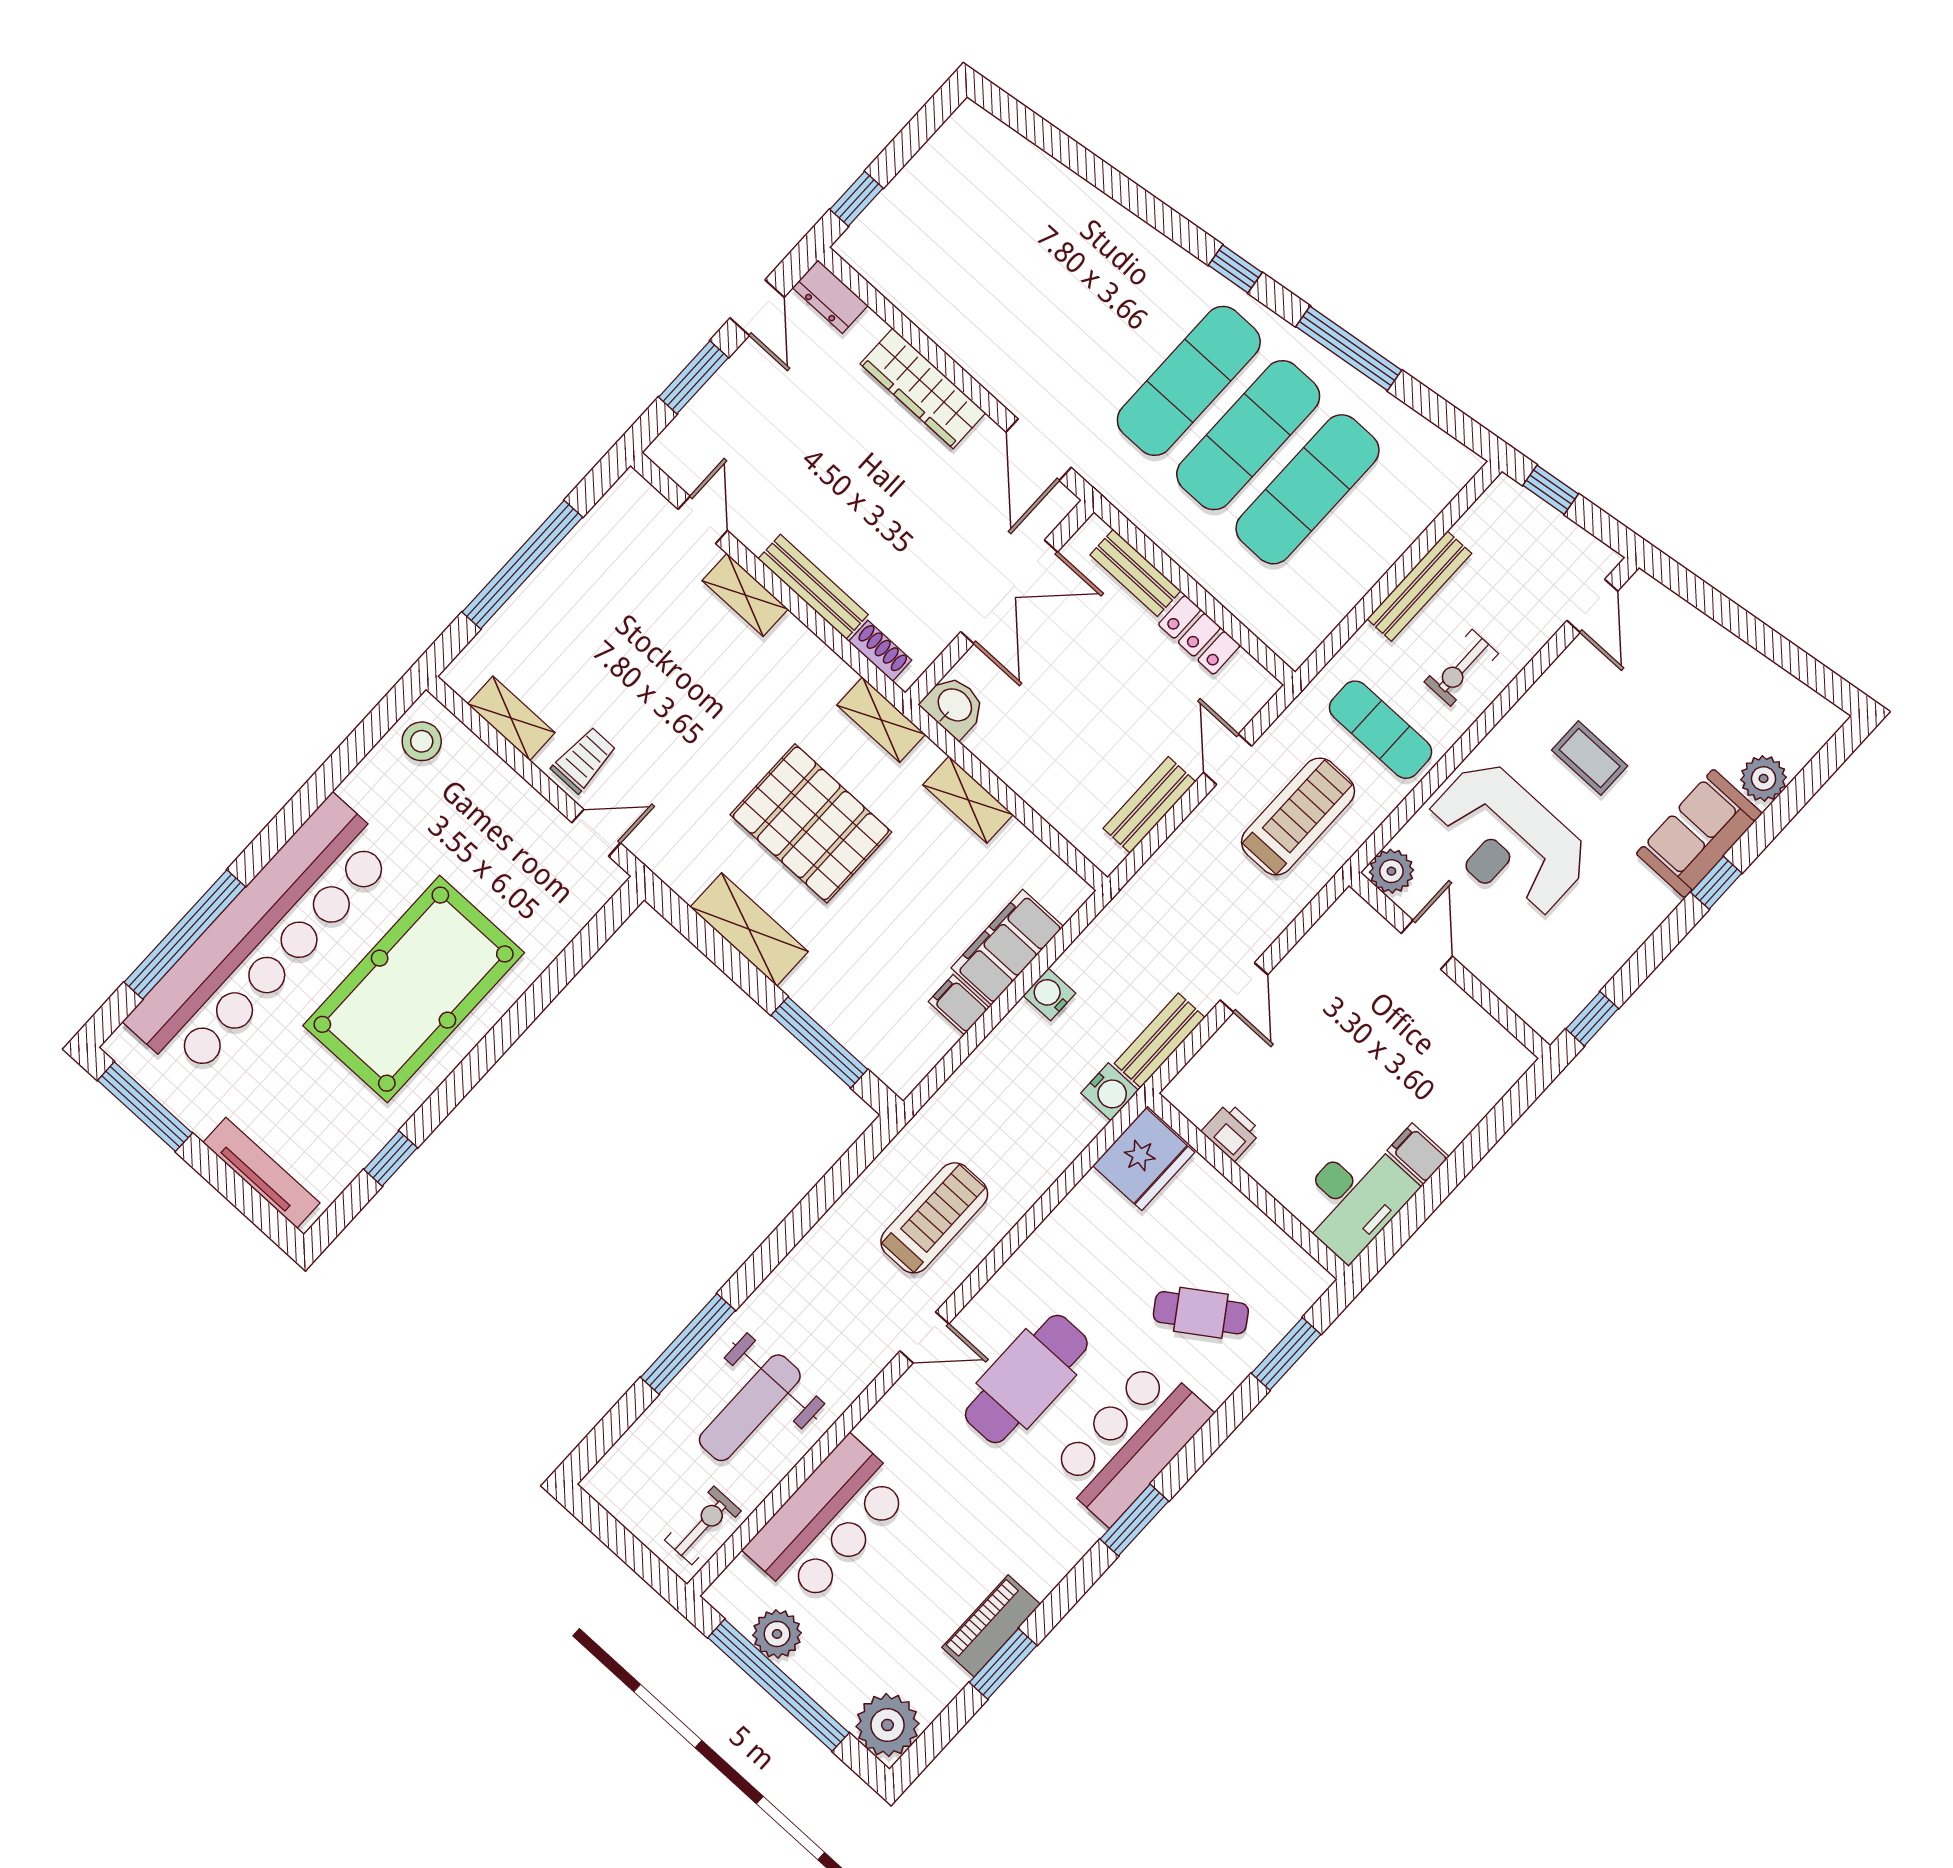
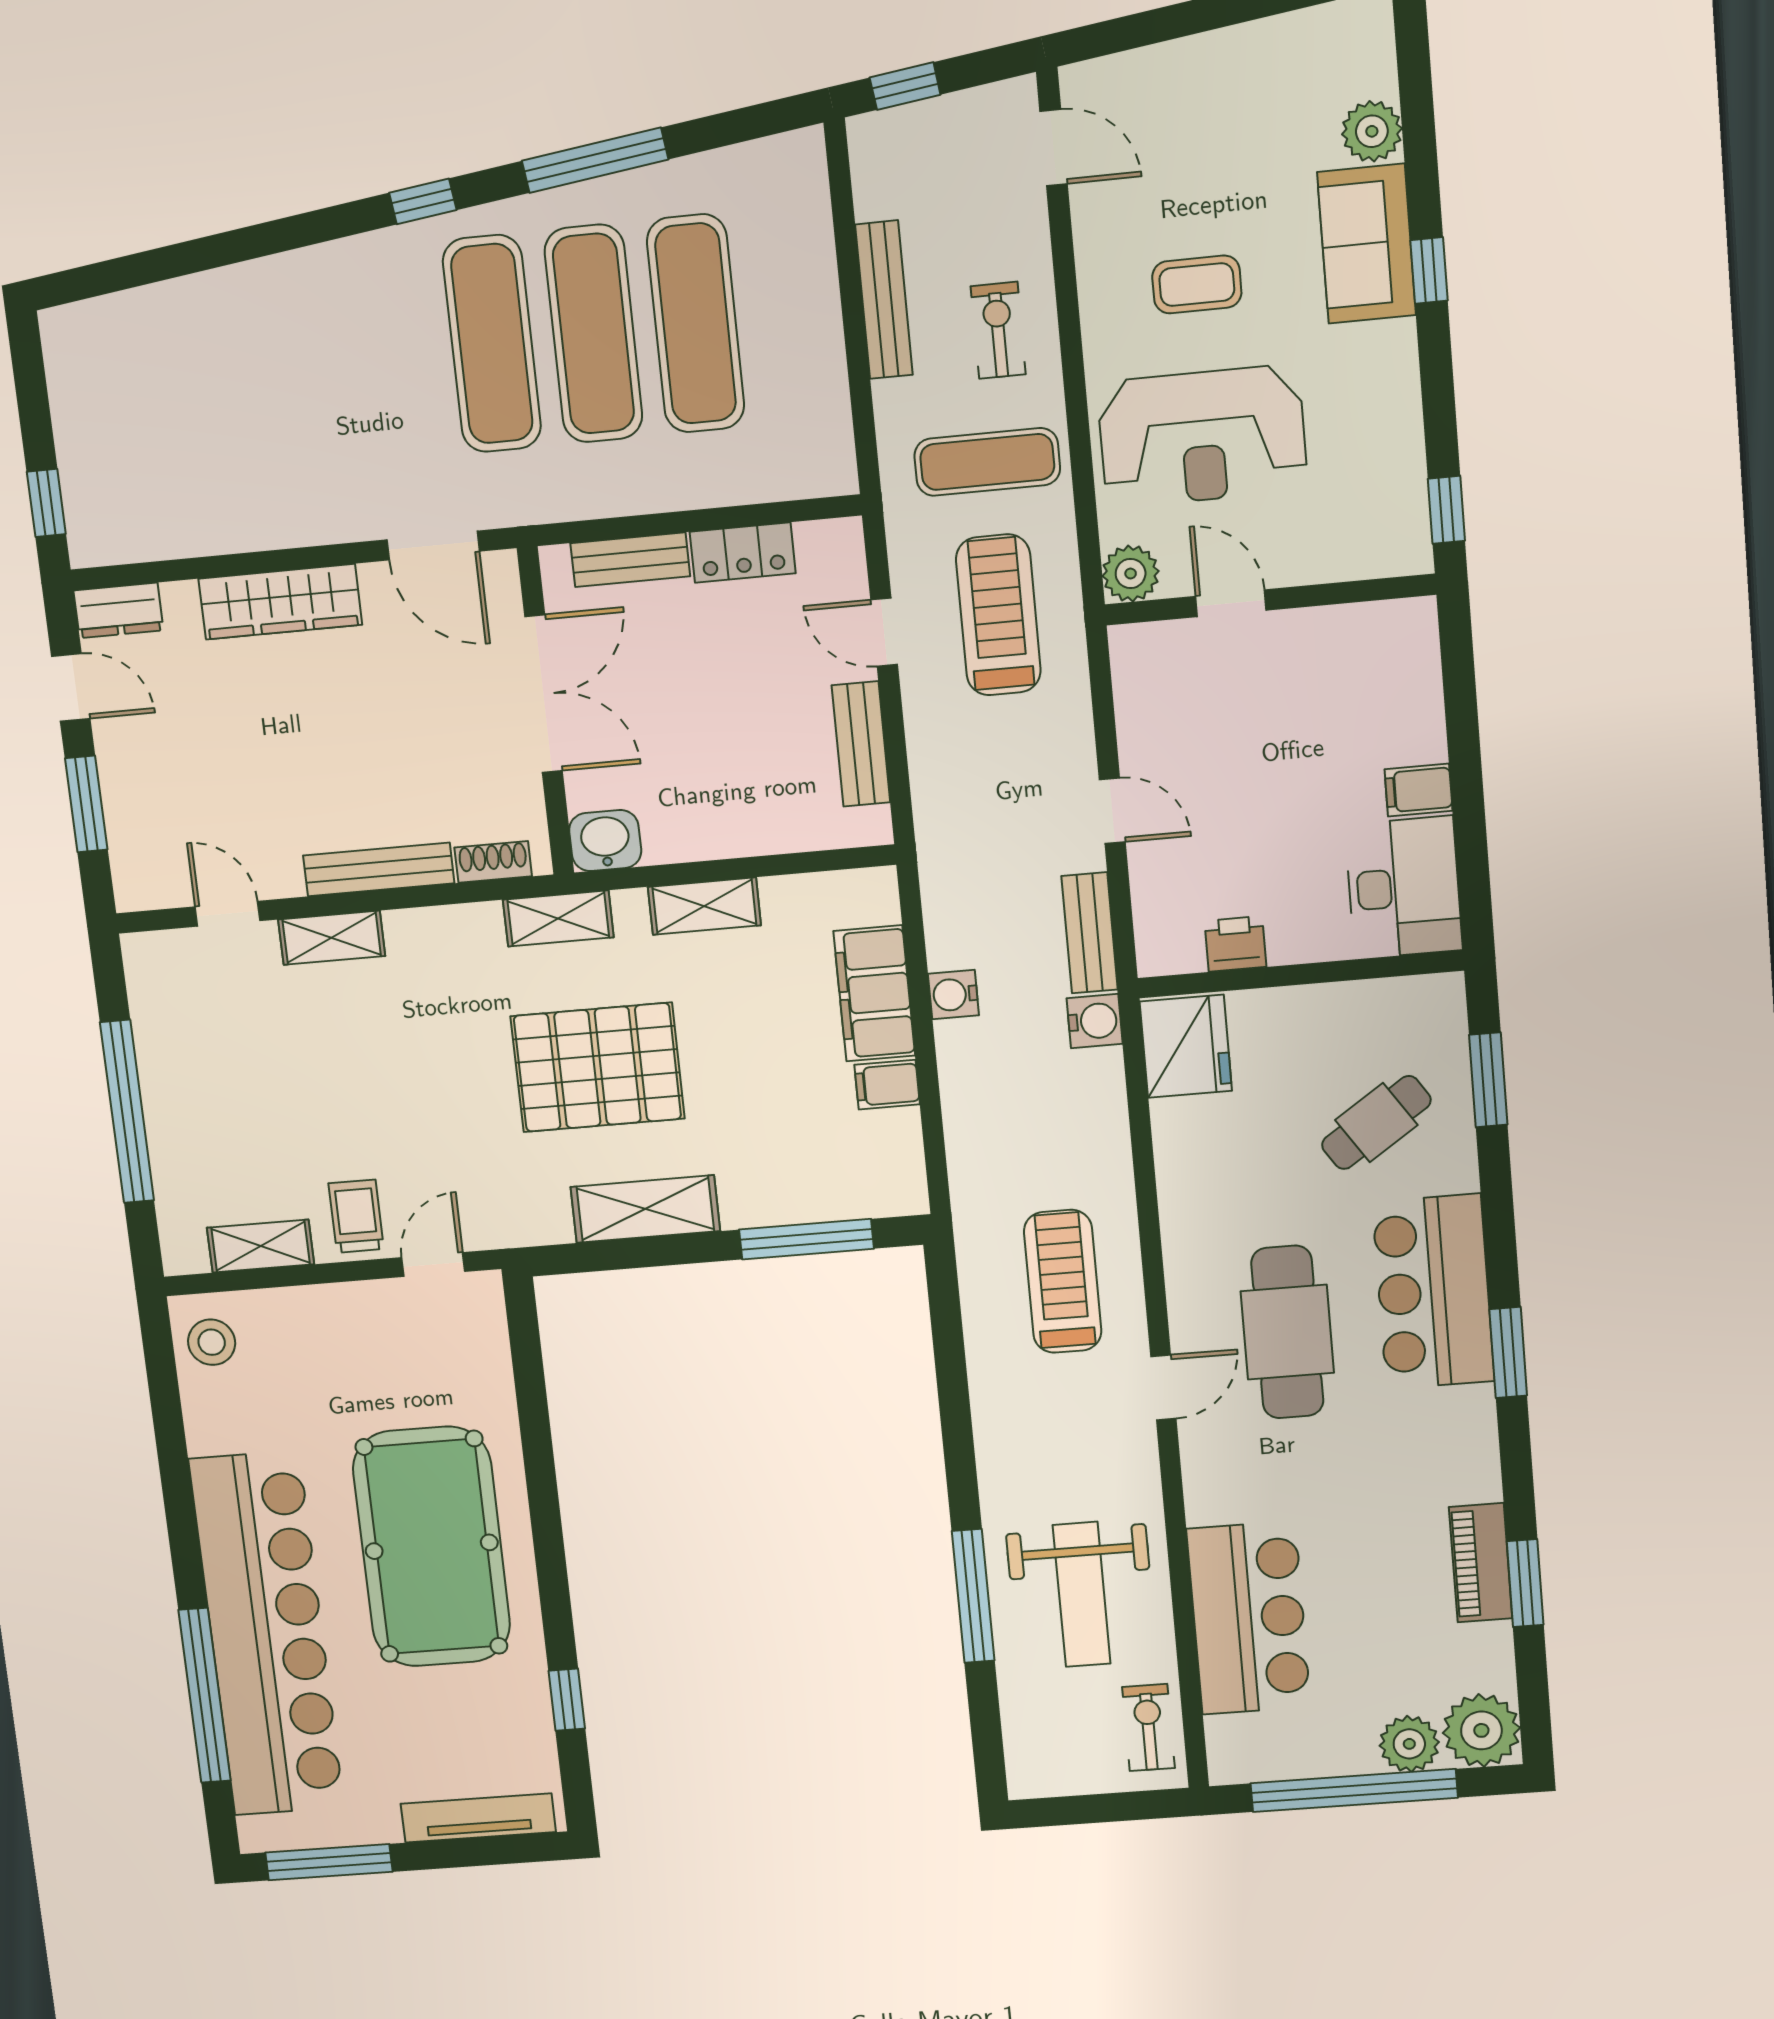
exercise bike: (1461, 668) -> (998, 330), turned 180
plant: (777, 1634) -> (1409, 1744), moved

